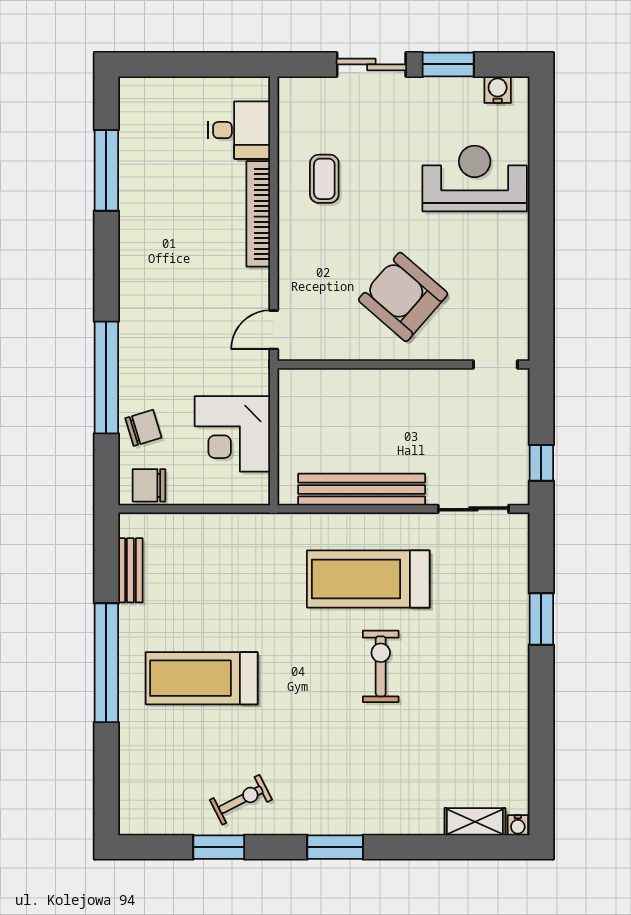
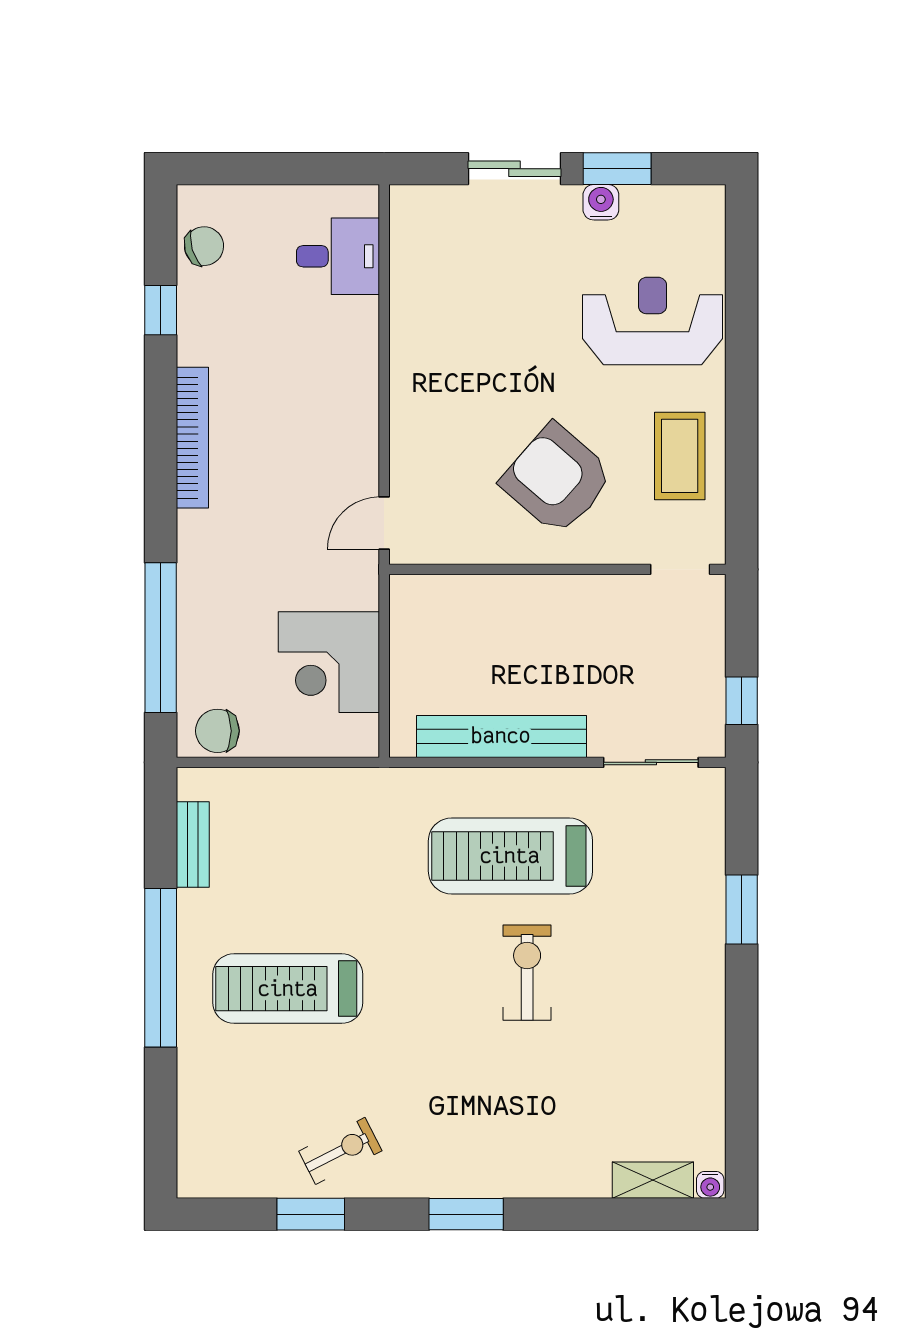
water cooler: (498, 90) -> (601, 202), moved
window: (106, 170) -> (161, 310), width x0.46
coffee table: (324, 179) -> (680, 456), moved, width x1.36, depth x1.30
bookcase: (258, 214) -> (192, 438), moved, turned 180
window: (106, 377) -> (161, 638), moved
chair: (143, 428) -> (204, 246), moved

